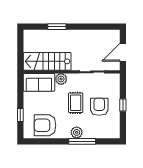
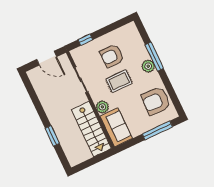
window: (123, 105) -> (85, 40), moved
window: (20, 115) -> (157, 130), width x2.17
armchair: (45, 125) -> (156, 101), turned 93

